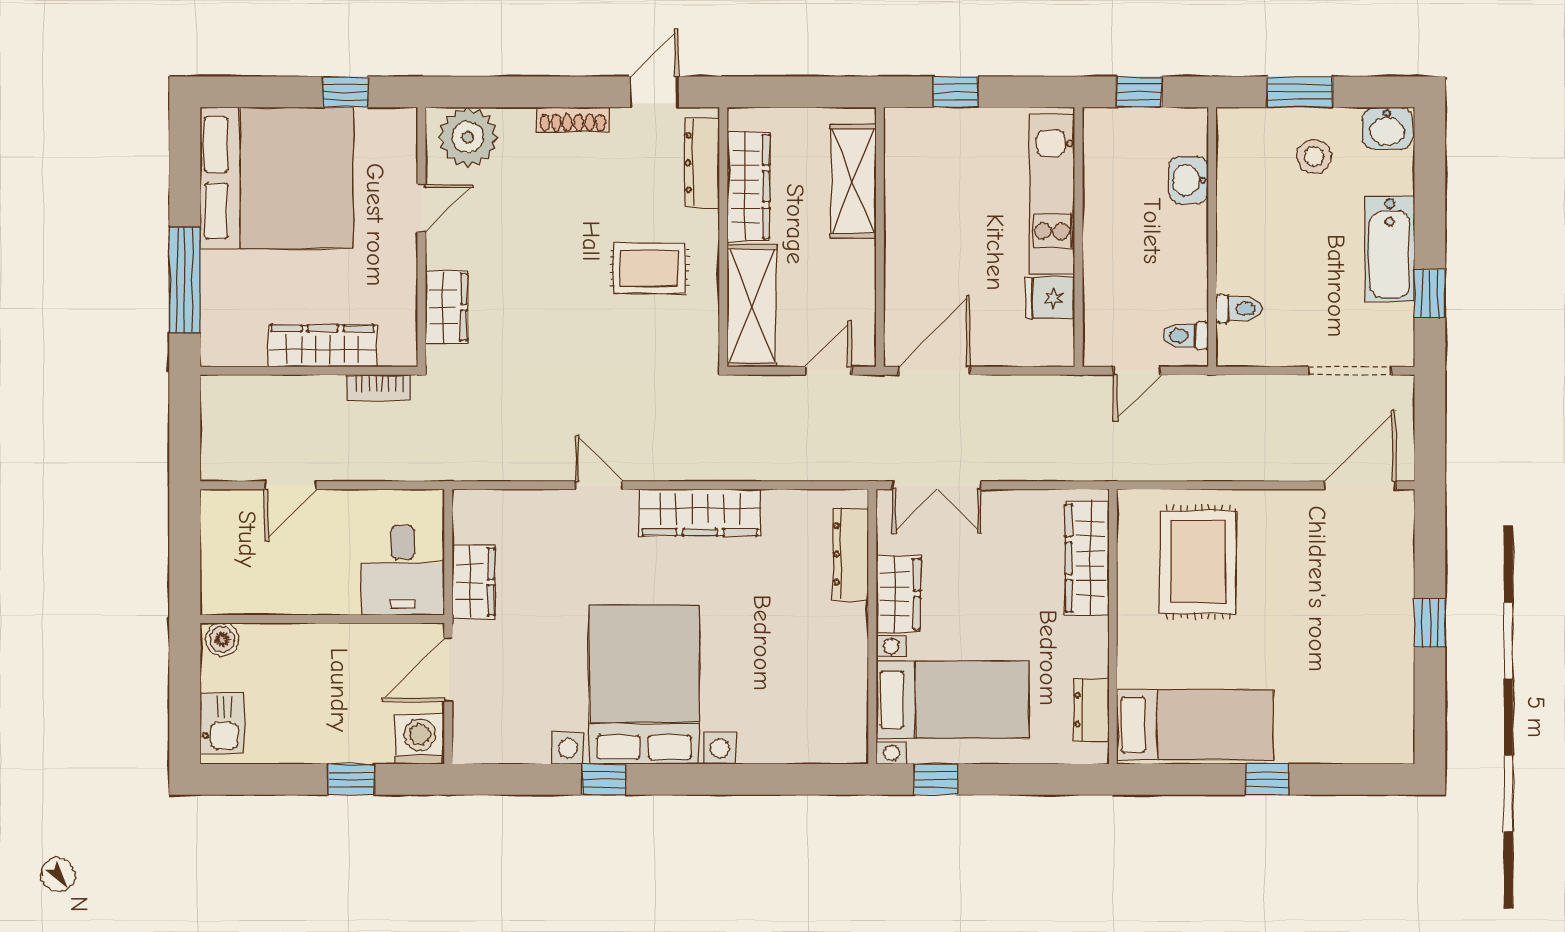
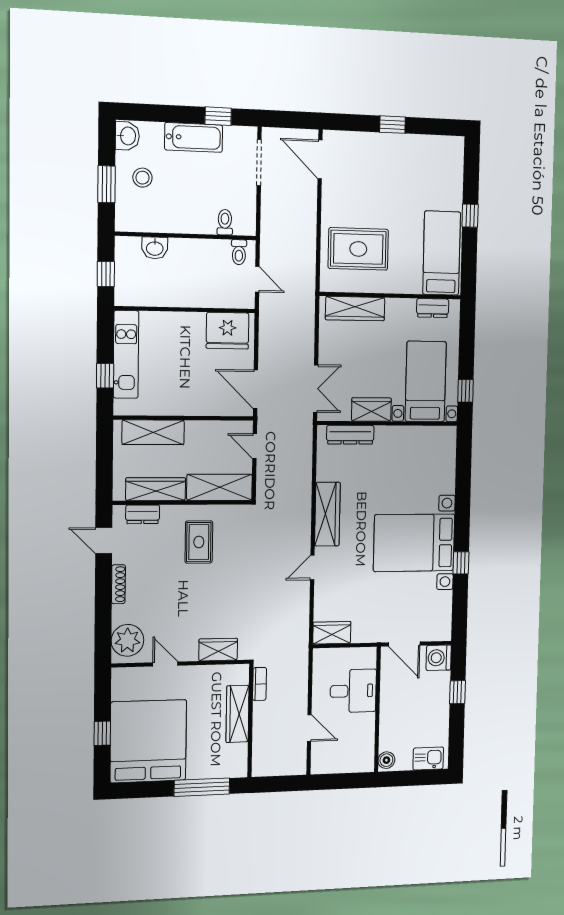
window: (345, 92) -> (102, 733), moved
dresser: (702, 163) -> (143, 514), width x0.70
kitchen unit: (1052, 194) -> (126, 354), moved, turned -90
fridge: (1050, 298) -> (228, 331), width x1.88, depth x1.34
desk: (403, 570) -> (353, 691), moved
wardrobe: (473, 582) -> (332, 633), moved

